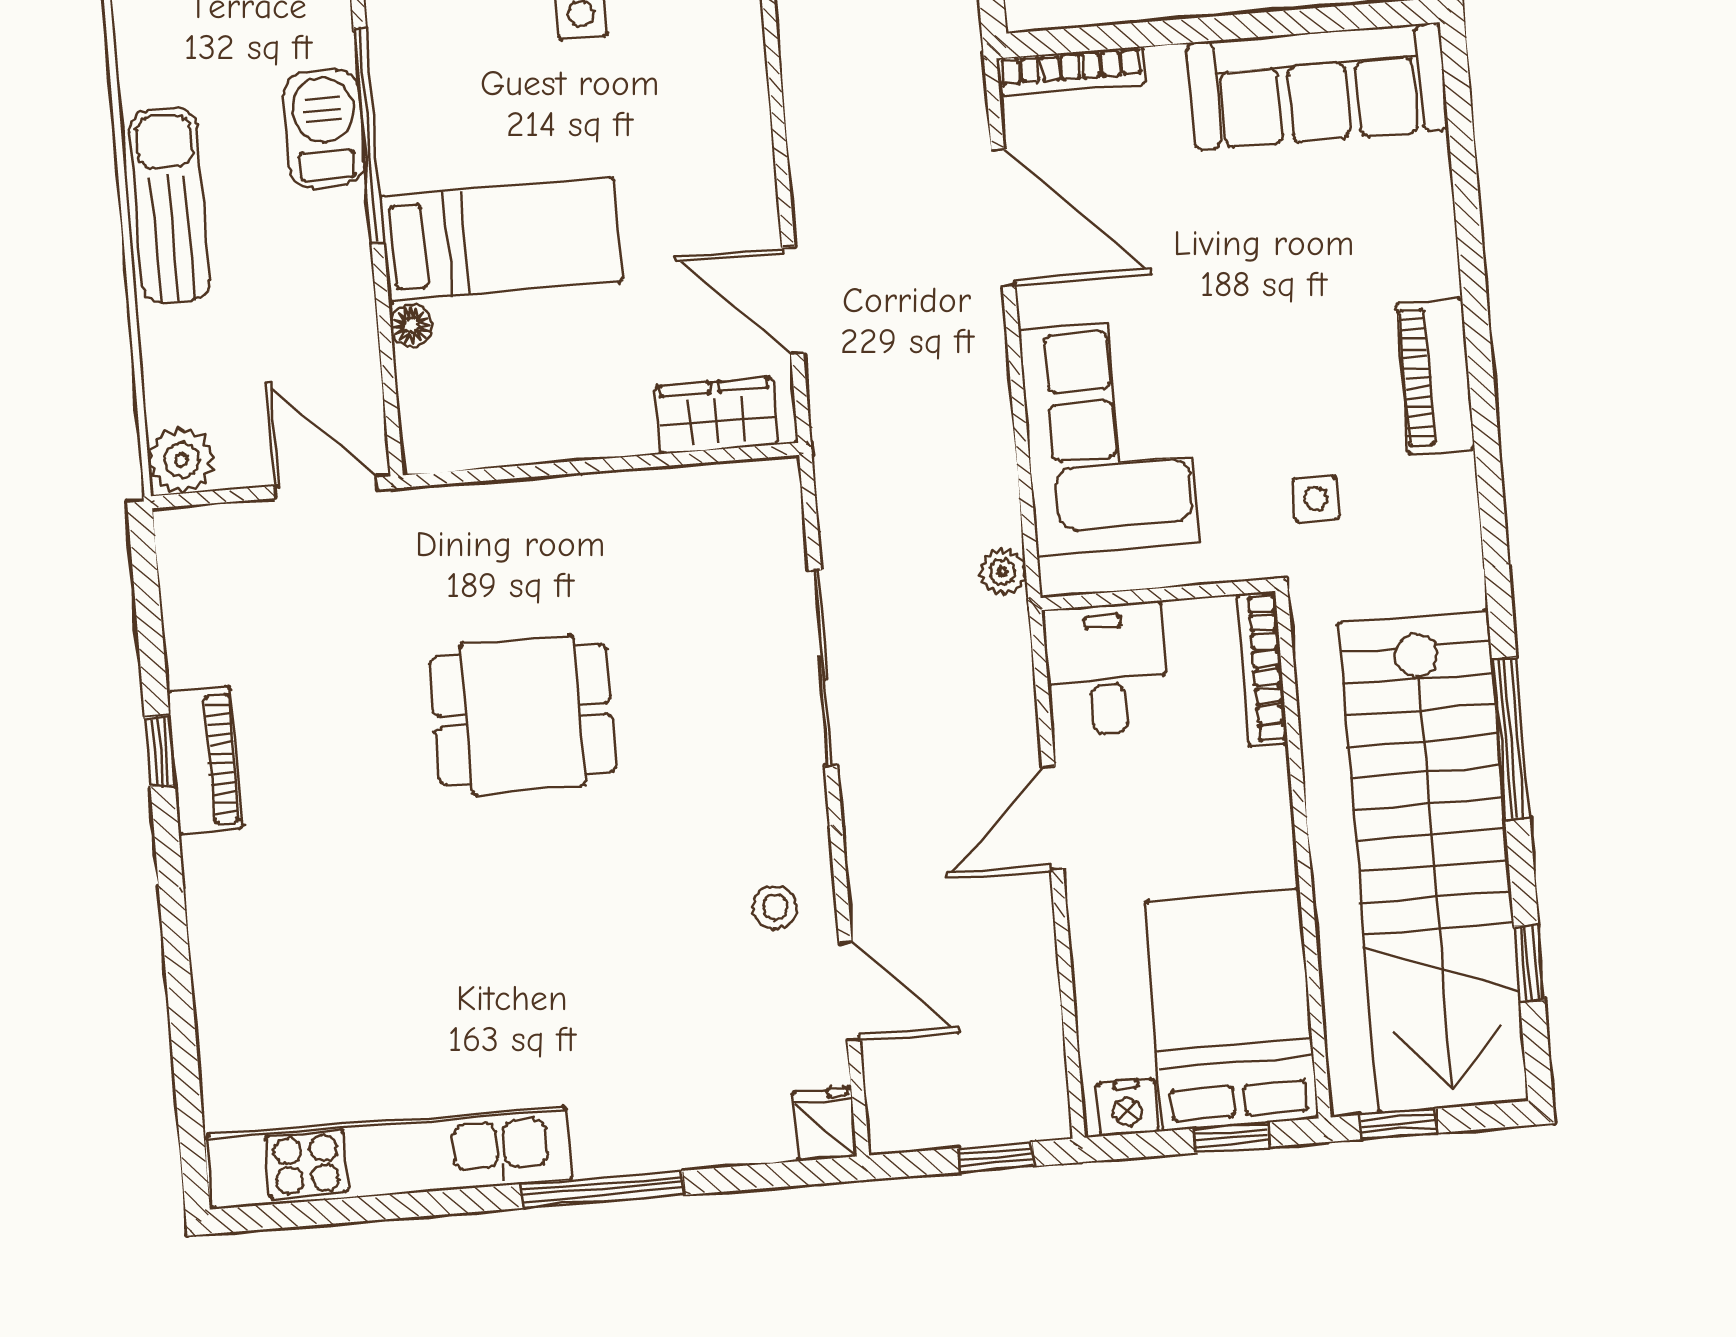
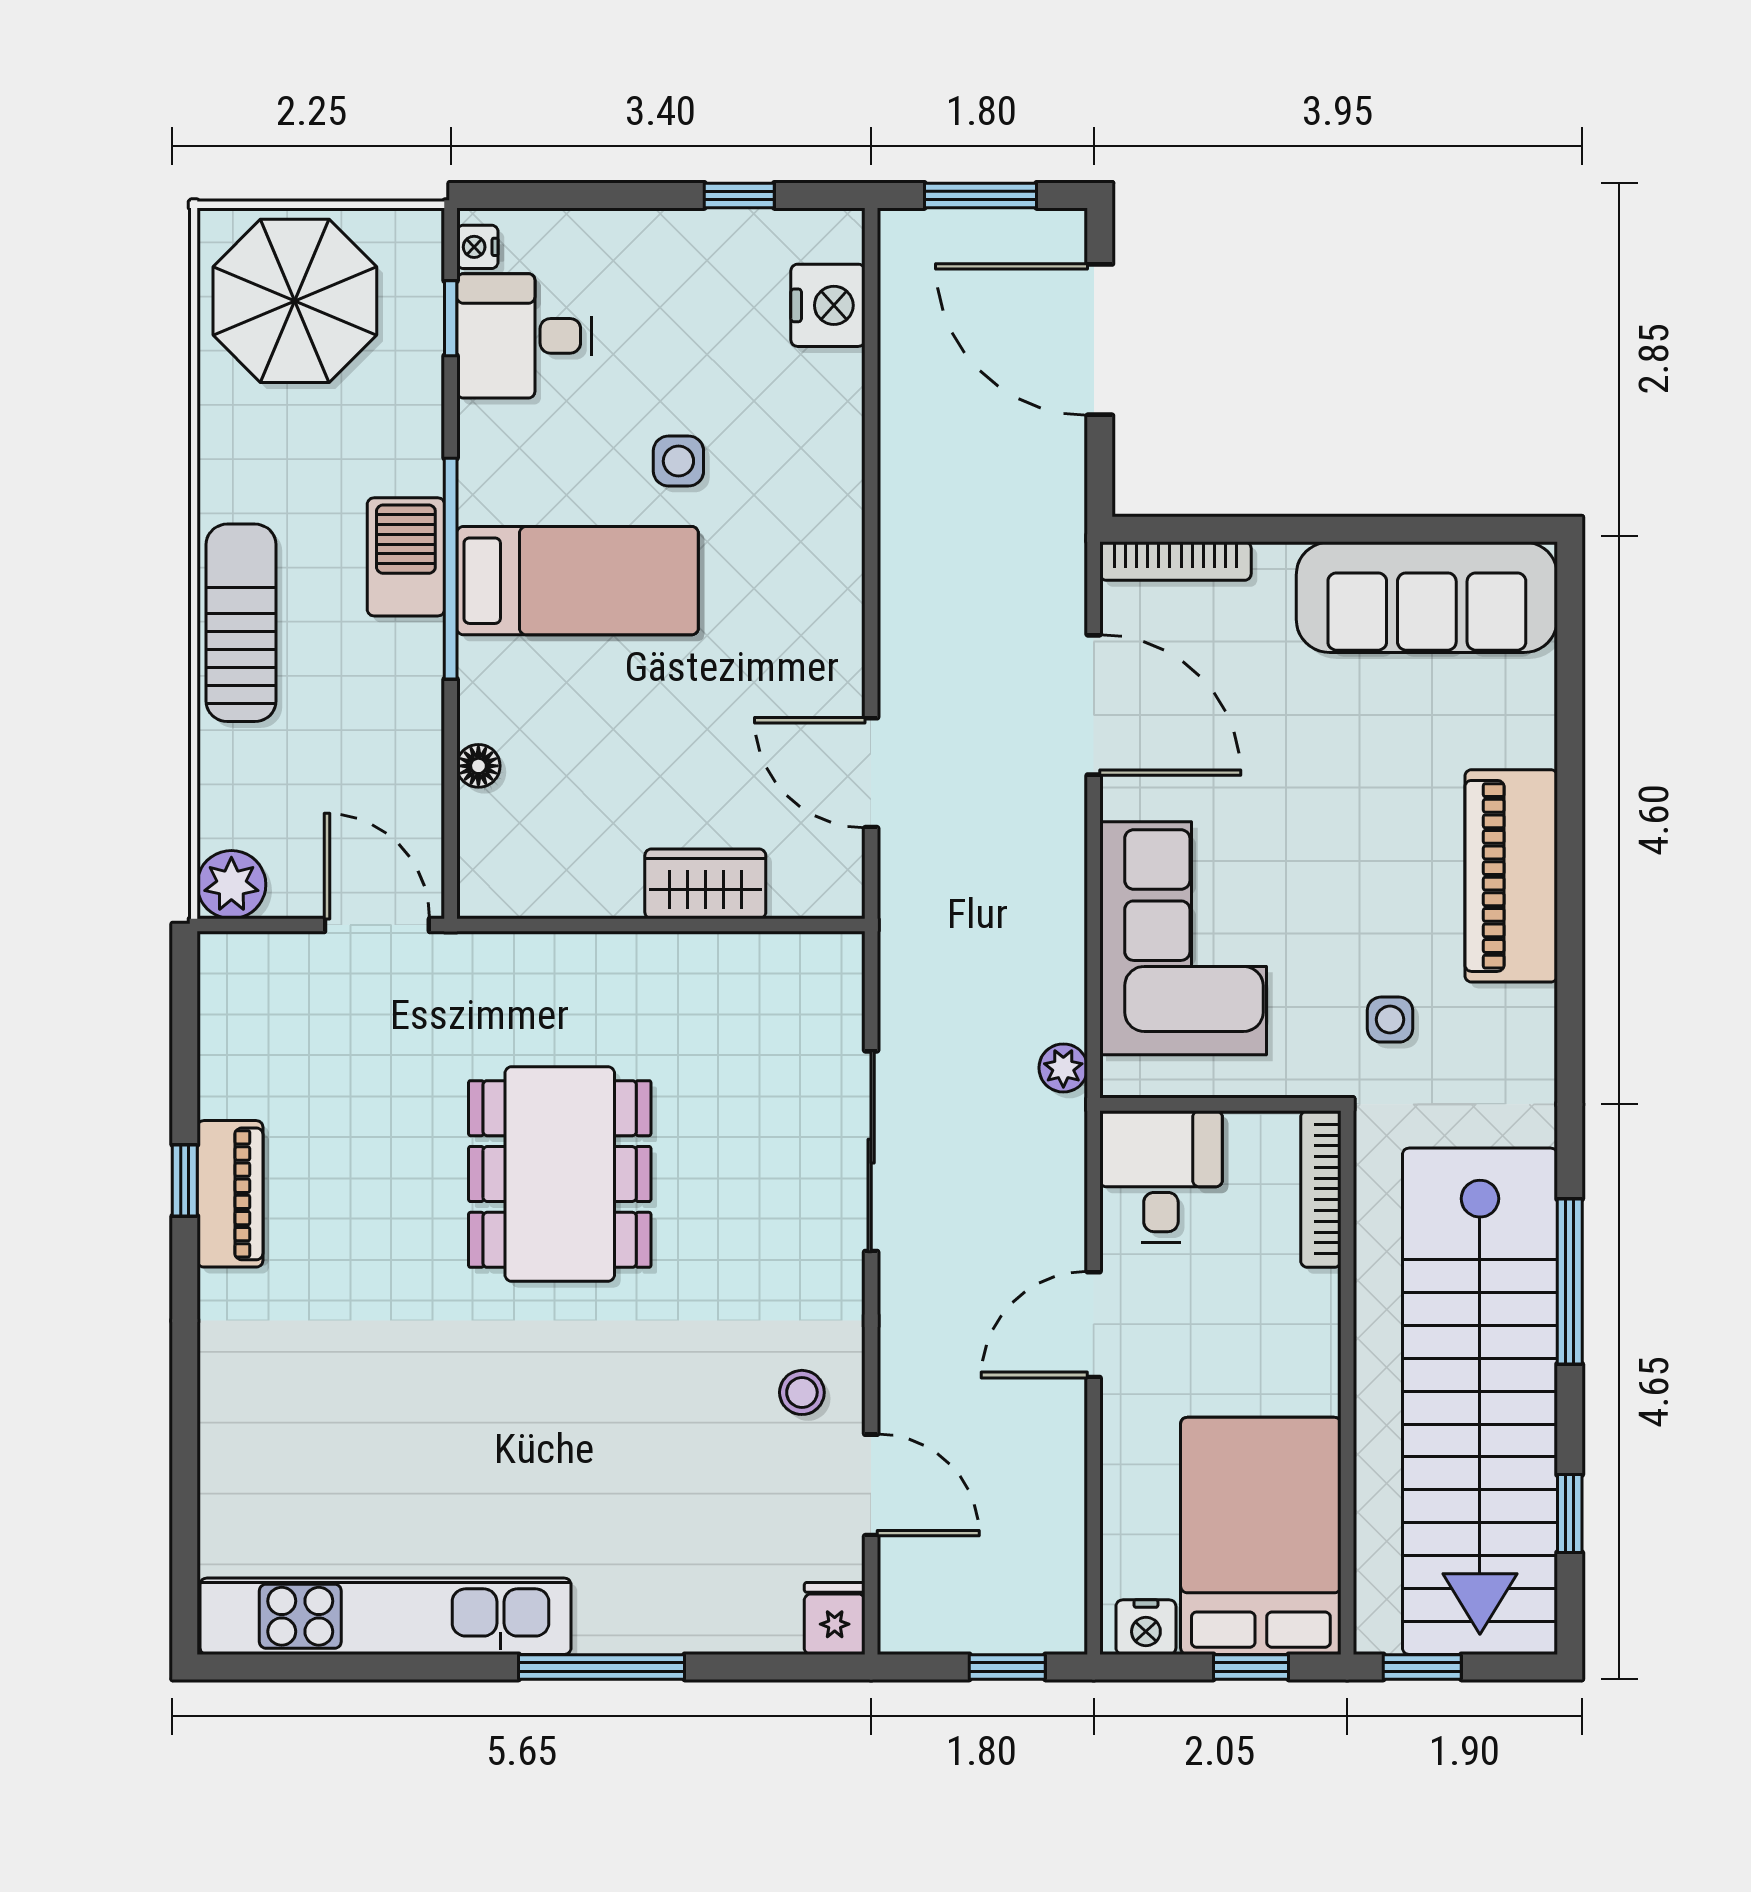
bed: (501, 239) -> (577, 581), moved
piano: (1435, 376) -> (1511, 876), width x1.37, depth x1.33
wardrobe: (716, 416) -> (705, 884), moved
dining table: (523, 715) -> (560, 1174), width x1.38

